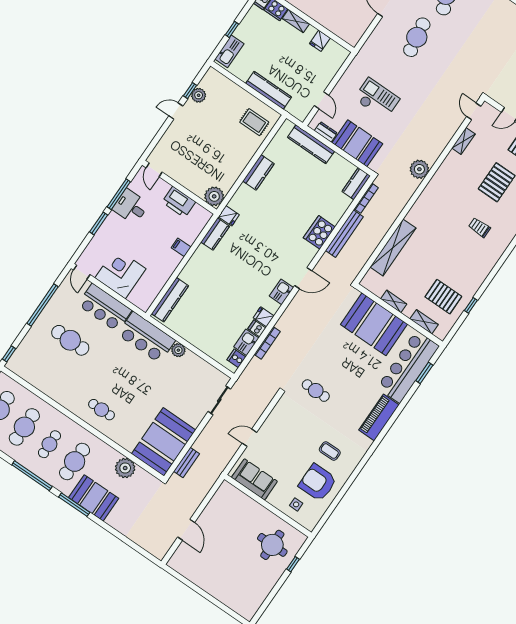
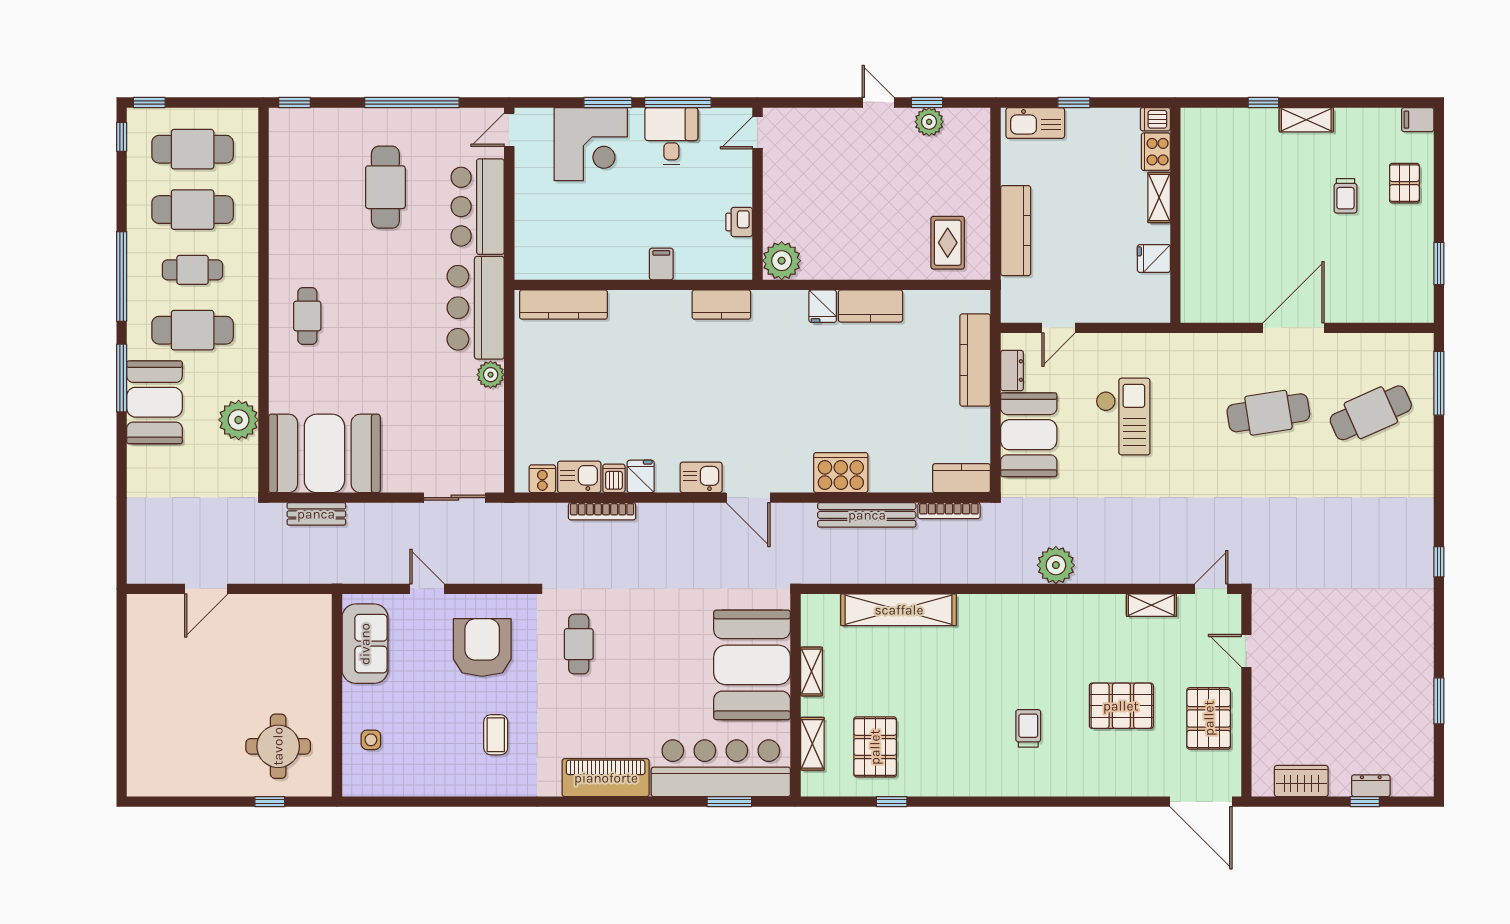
printer: (179, 202) -> (739, 222), width x0.53, depth x0.68
fridge: (229, 216) -> (823, 306), moved
corner desk: (120, 273) -> (591, 144), moved, turned 90
armchair: (318, 483) -> (482, 648), moved

